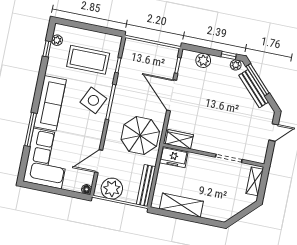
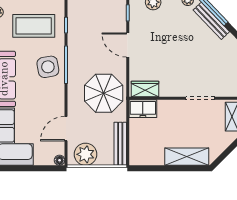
door: (172, 95) -> (128, 45), width x0.73
side table: (93, 100) -> (48, 67), turned -35
shelving: (181, 205) -> (187, 157), moved

